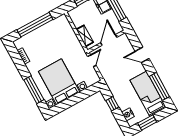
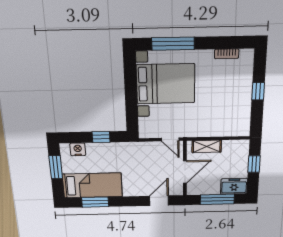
window: (35, 25) -> (258, 91), width x0.32
door: (109, 40) -> (185, 172), hinge flipped
door: (142, 55) -> (159, 201), moved
window: (159, 86) -> (95, 202), width x0.69

